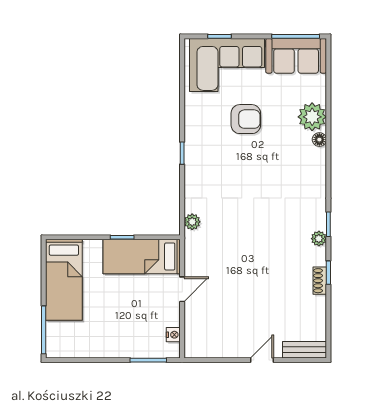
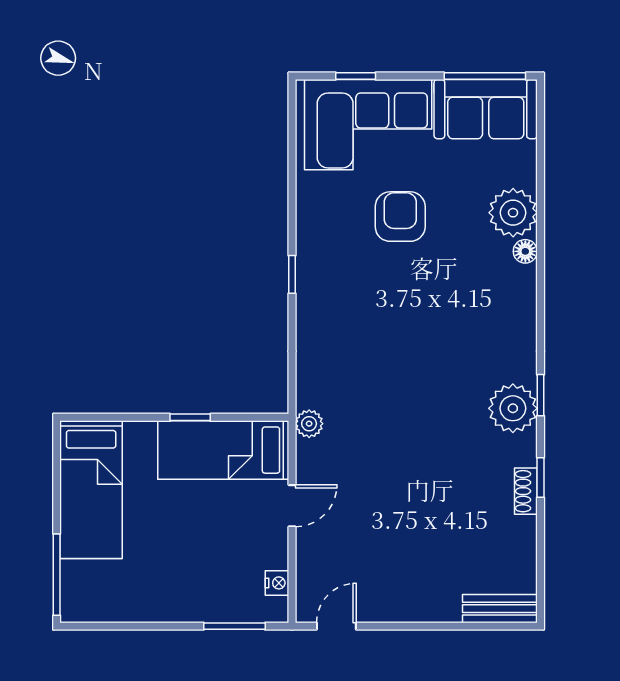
armchair: (246, 119) -> (400, 217), turned -90
plant: (192, 222) -> (309, 424), moved
plant: (319, 239) -> (513, 408), width x1.87, depth x1.87
door: (262, 360) -> (336, 626), moved

